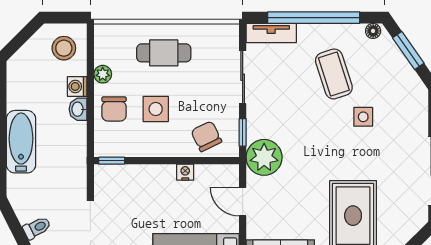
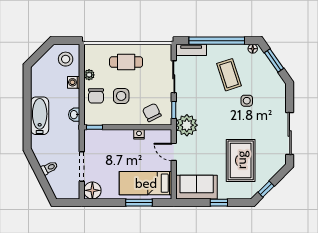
washbasin: (78, 109) -> (74, 115), moved

